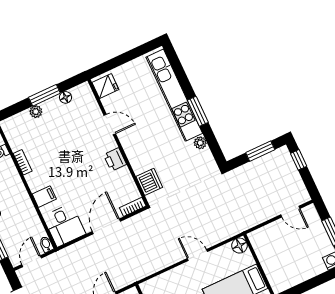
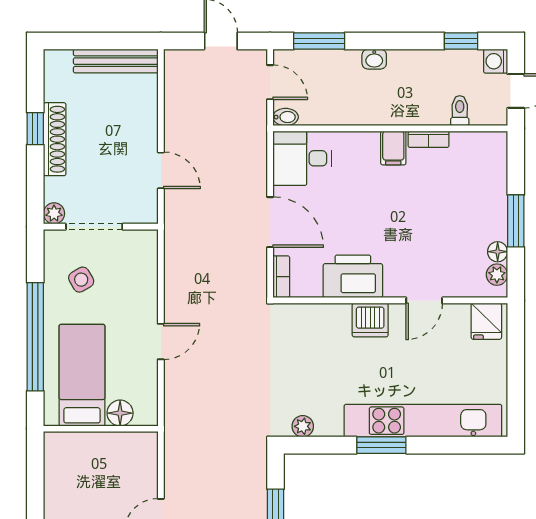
plant: (36, 112) -> (497, 275), moved
plant: (200, 143) -> (303, 426), moved
printer: (115, 159) -> (353, 276), width x1.87, depth x1.48
dishwasher: (149, 182) -> (370, 320), moved
filing cabinet: (44, 197) -> (393, 148), moved
floor lamp: (239, 246) -> (120, 413), moved

